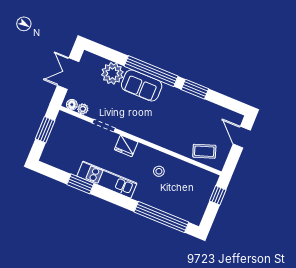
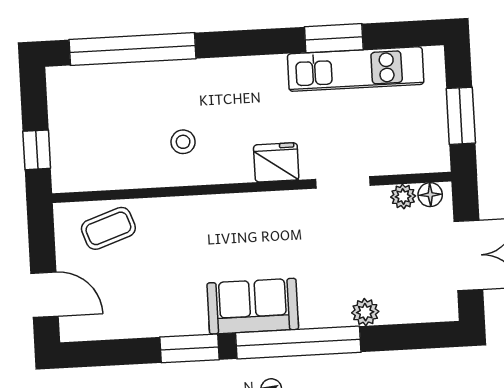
plant: (112, 73) -> (365, 312), width x0.53, depth x0.53
sofa: (142, 85) -> (253, 306), moved
kitchen unit: (107, 180) -> (356, 69), moved

